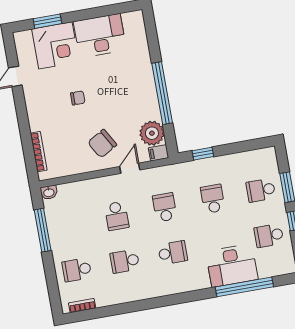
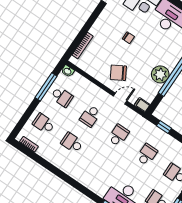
plant: (152, 133) -> (160, 74), moved
school desk: (173, 253) -> (62, 97), moved

